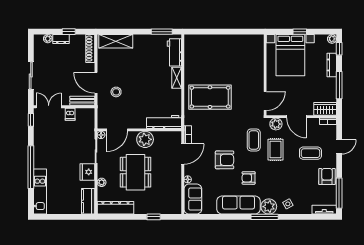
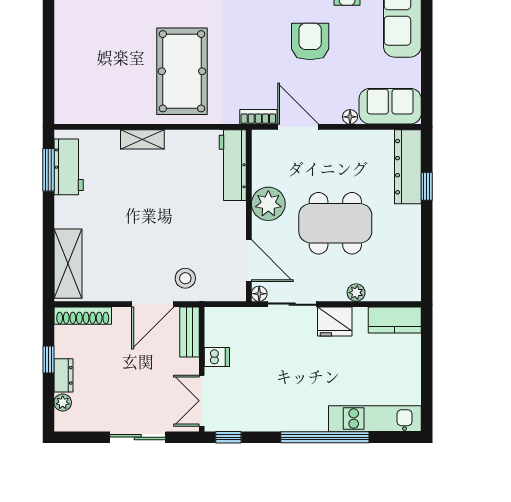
workbench: (174, 52) -> (69, 167), moved, turned -90
stool: (116, 92) -> (185, 278), moved
dresser: (115, 208) -> (408, 167), moved

